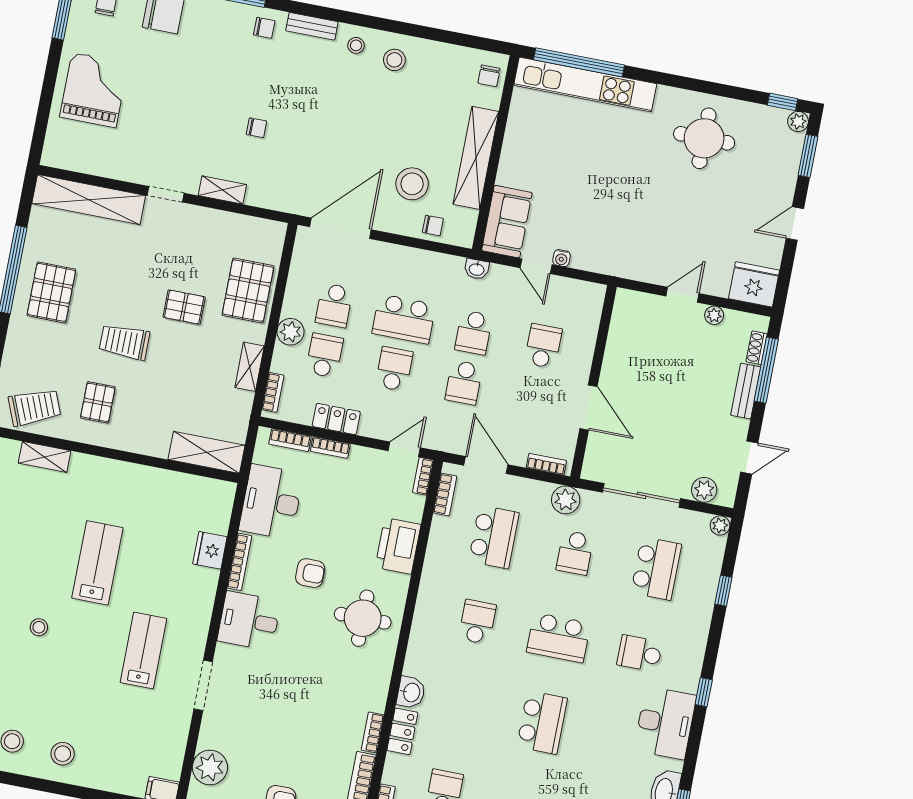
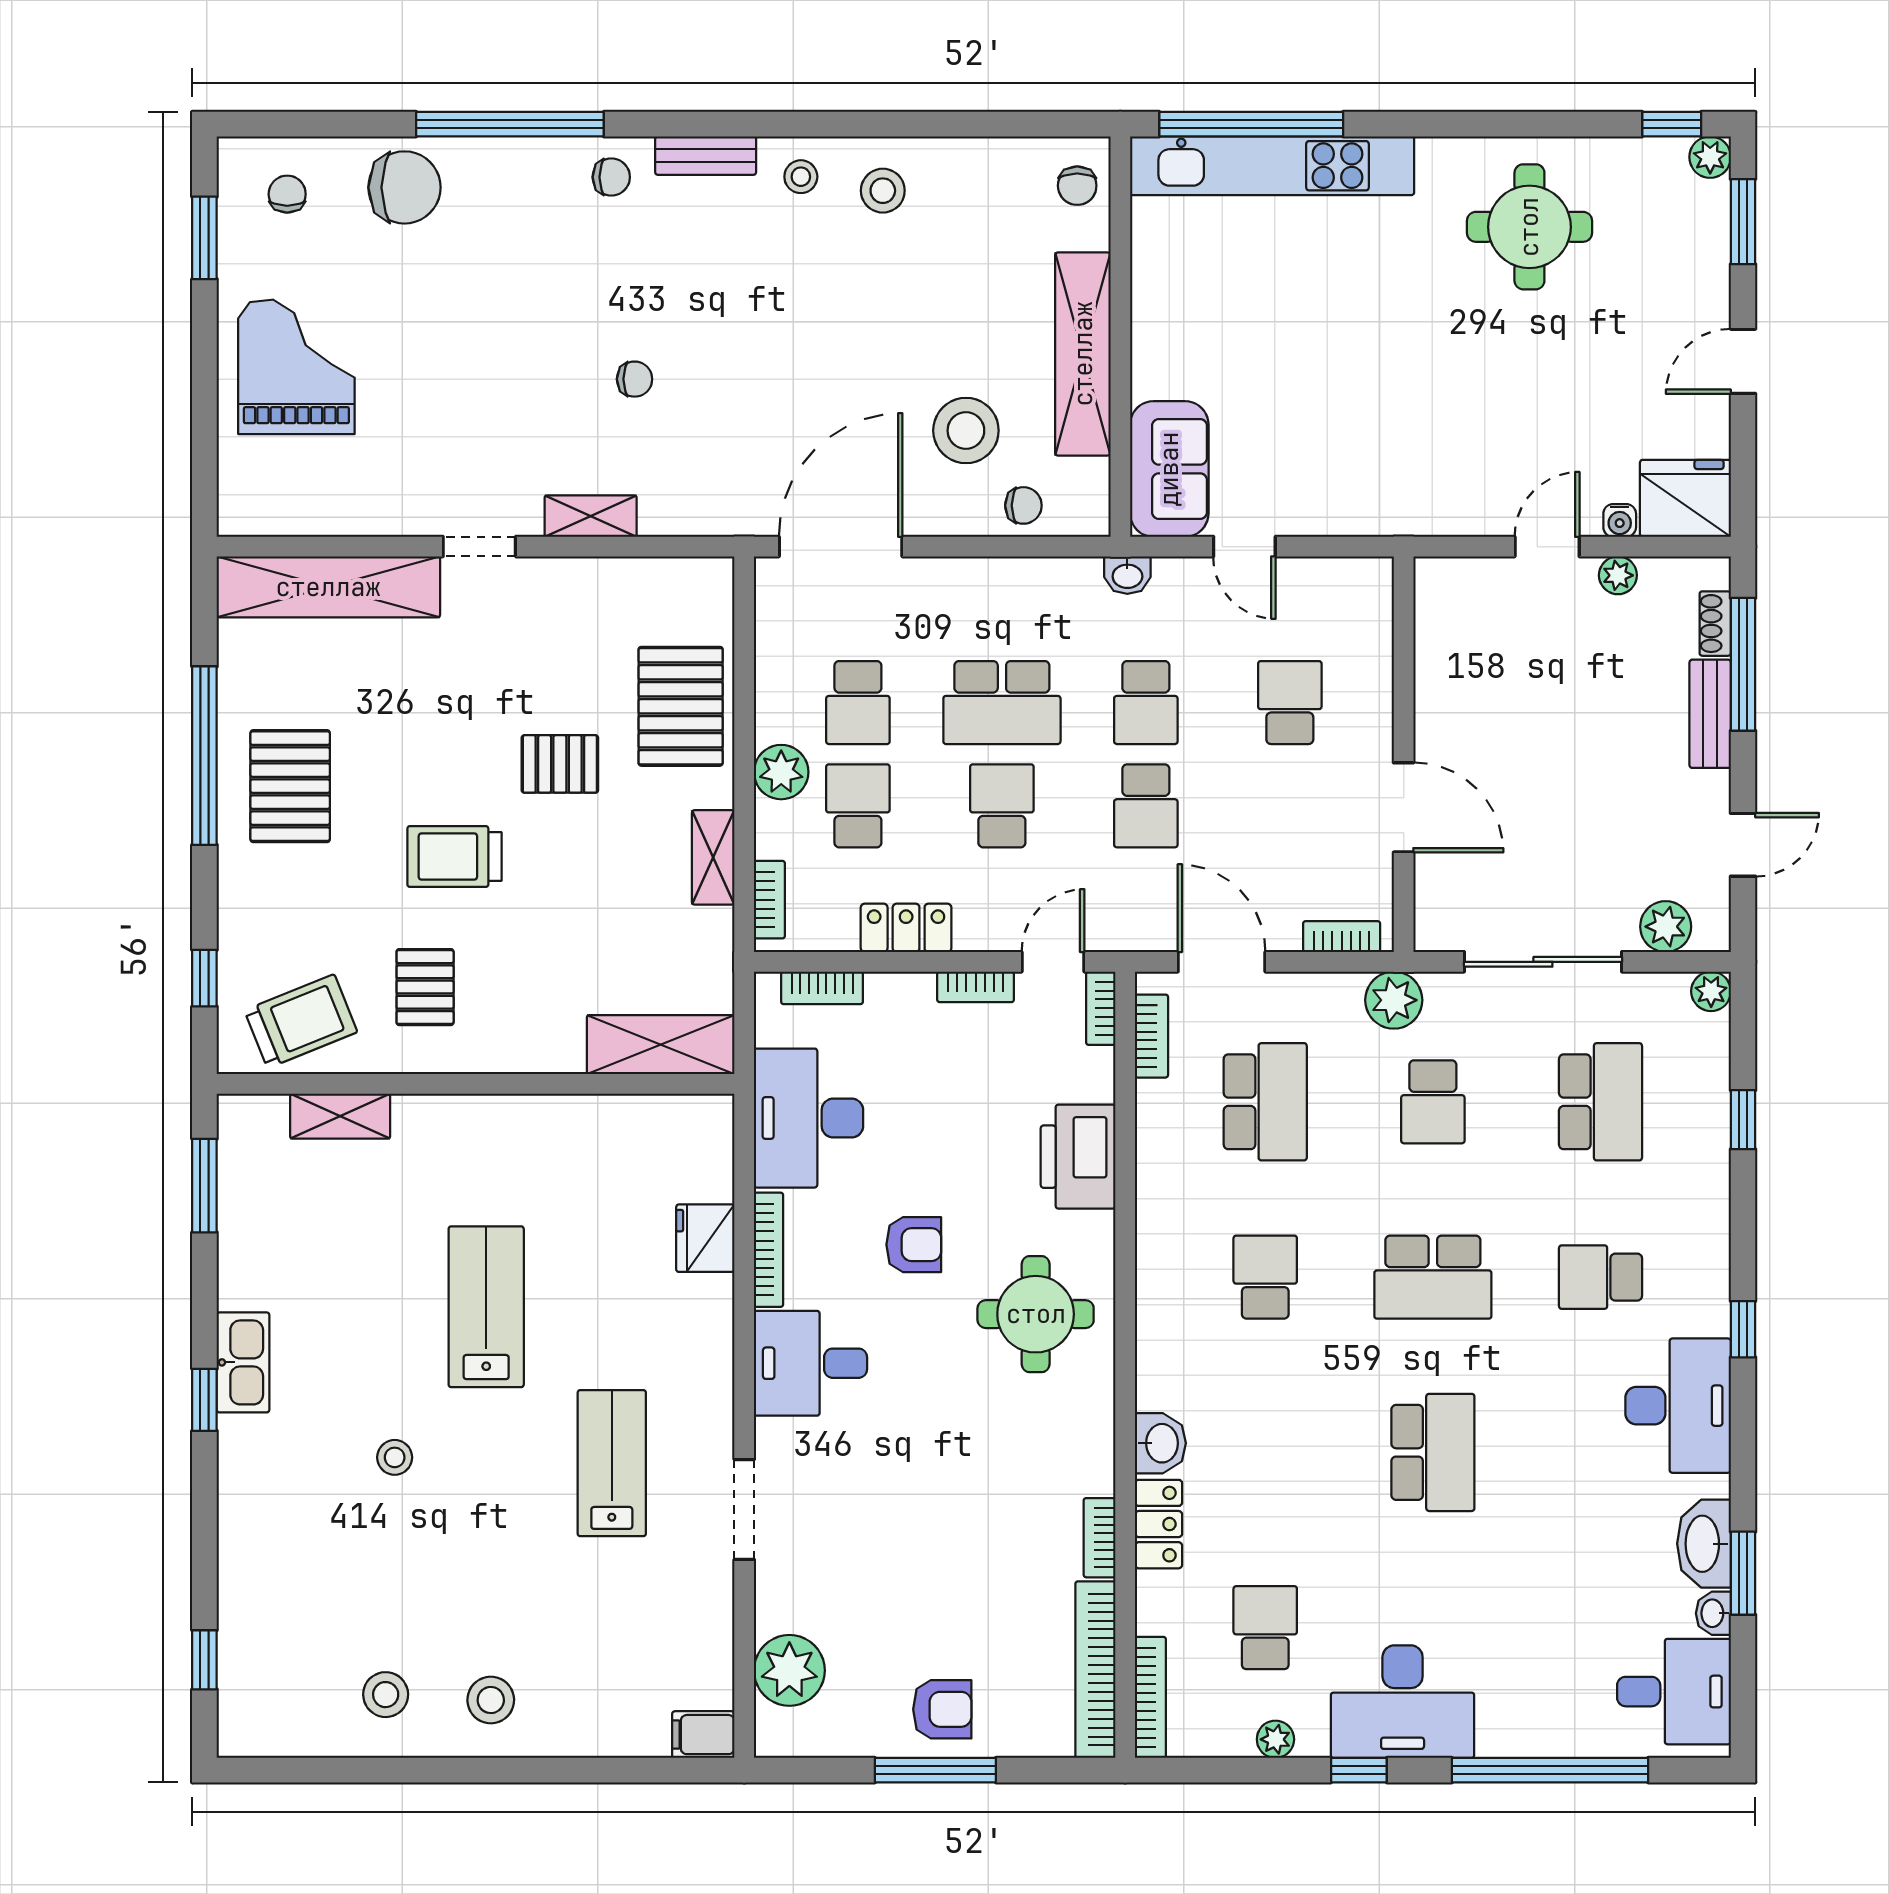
water cooler: (561, 258) -> (1620, 520), moved
bookcase: (330, 447) -> (976, 987), moved

